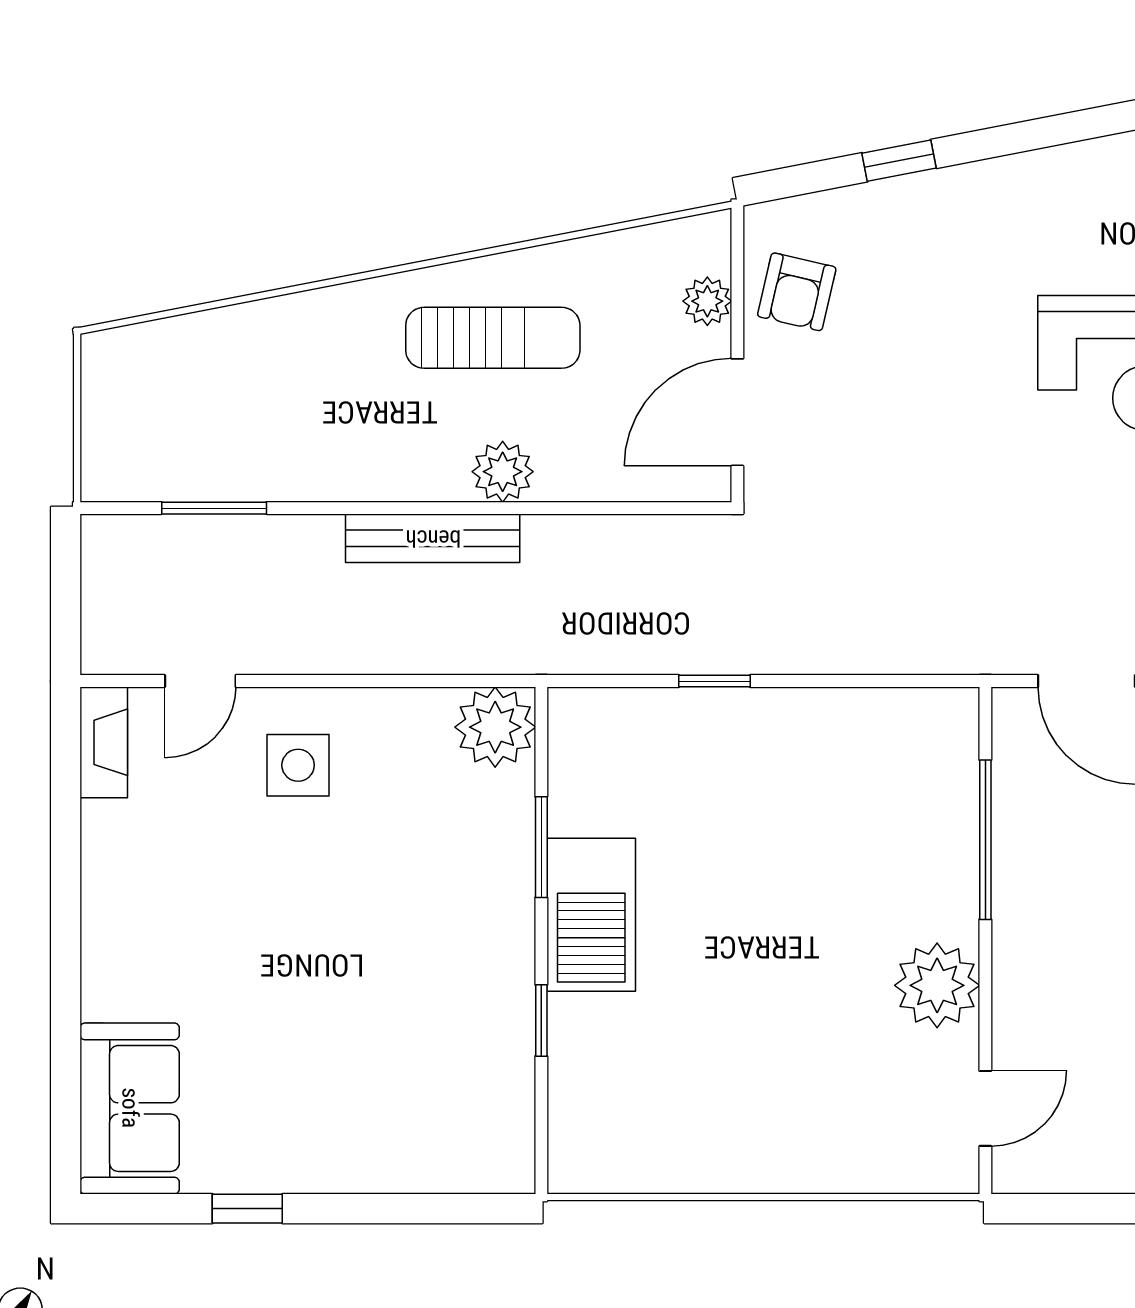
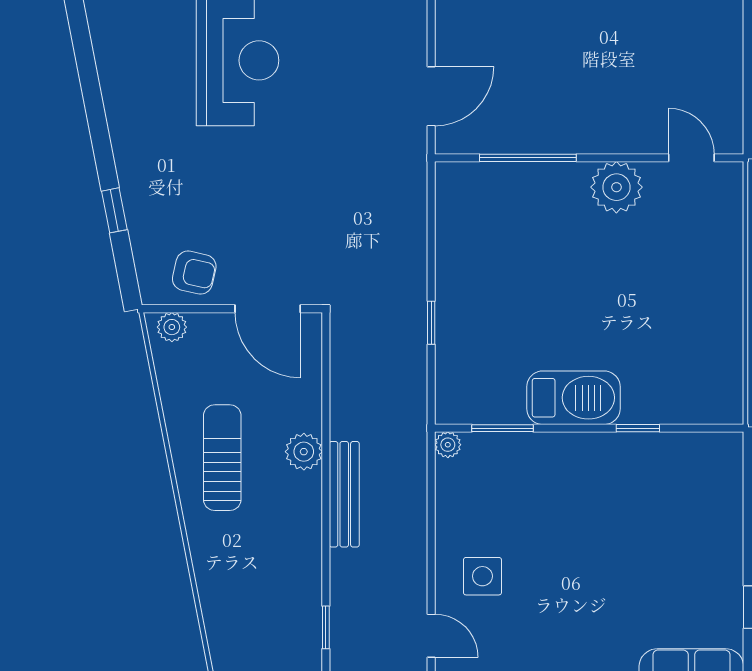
plant: (707, 301) -> (172, 327), moved
window: (214, 508) -> (326, 627), width x0.67
plant: (495, 727) -> (448, 445), width x0.53, depth x0.53
window: (541, 847) -> (502, 428), moved

